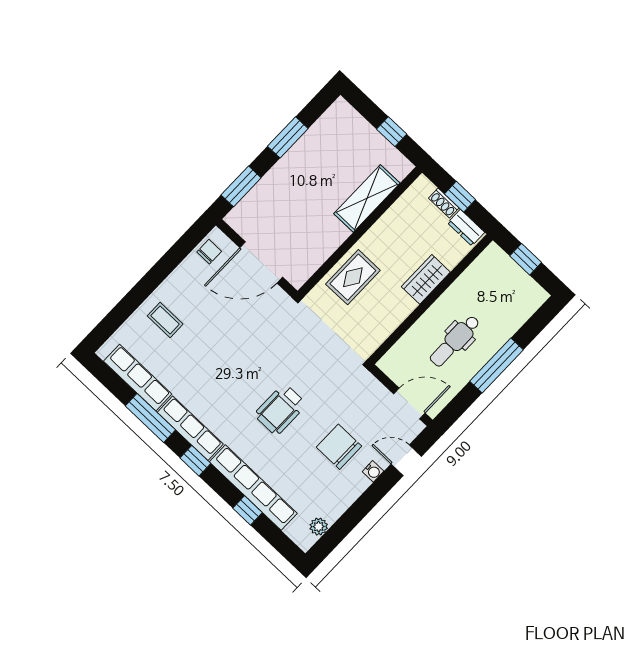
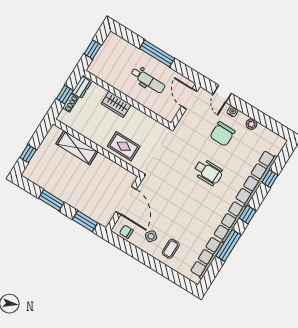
window: (392, 132) -> (28, 154), moved
side table: (193, 292) -> (151, 236), added
plant: (319, 527) -> (251, 124), moved

